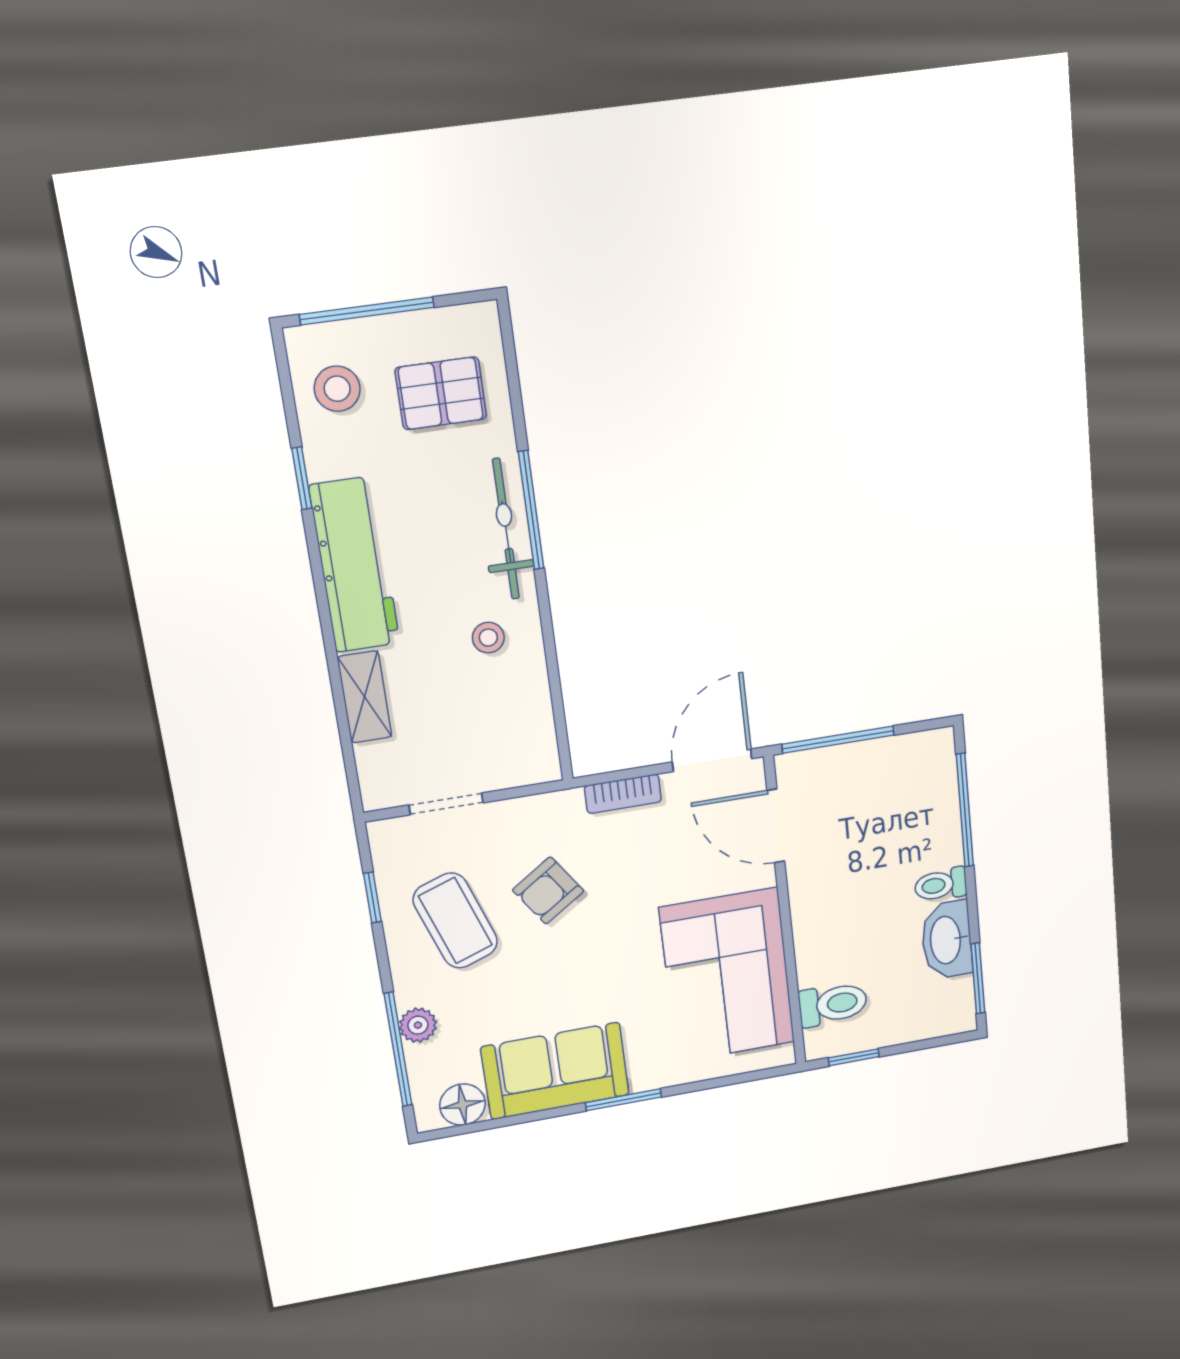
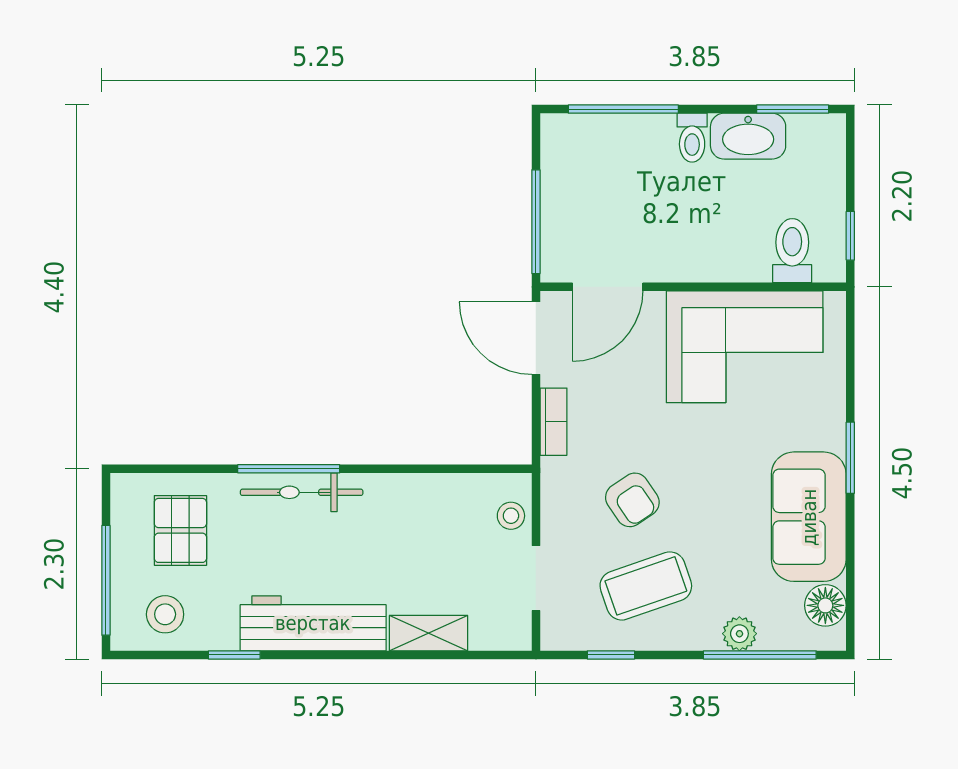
stool: (488, 638) -> (511, 516), moved

